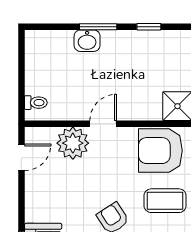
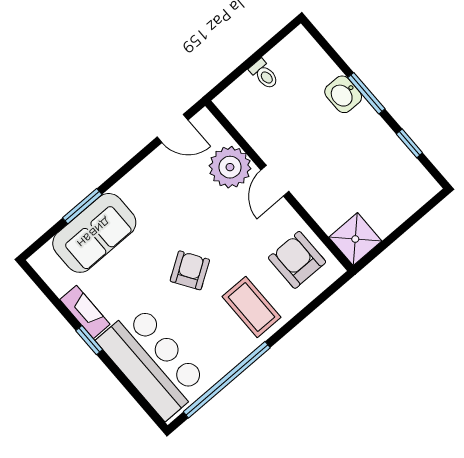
toilet: (36, 103) -> (264, 74), moved
door: (103, 124) -> (275, 181), swing flipped
armchair: (160, 151) -> (297, 260), width x0.73, depth x0.73

